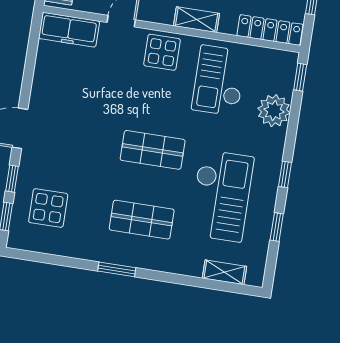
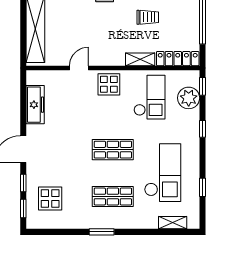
shelving: (197, 20) -> (140, 59), moved
freezer: (69, 30) -> (35, 105), moved, turned -90
checkout: (219, 81) -> (149, 97), turned 180
plant: (274, 111) -> (189, 98), moved
window: (285, 174) -> (202, 129), moved

